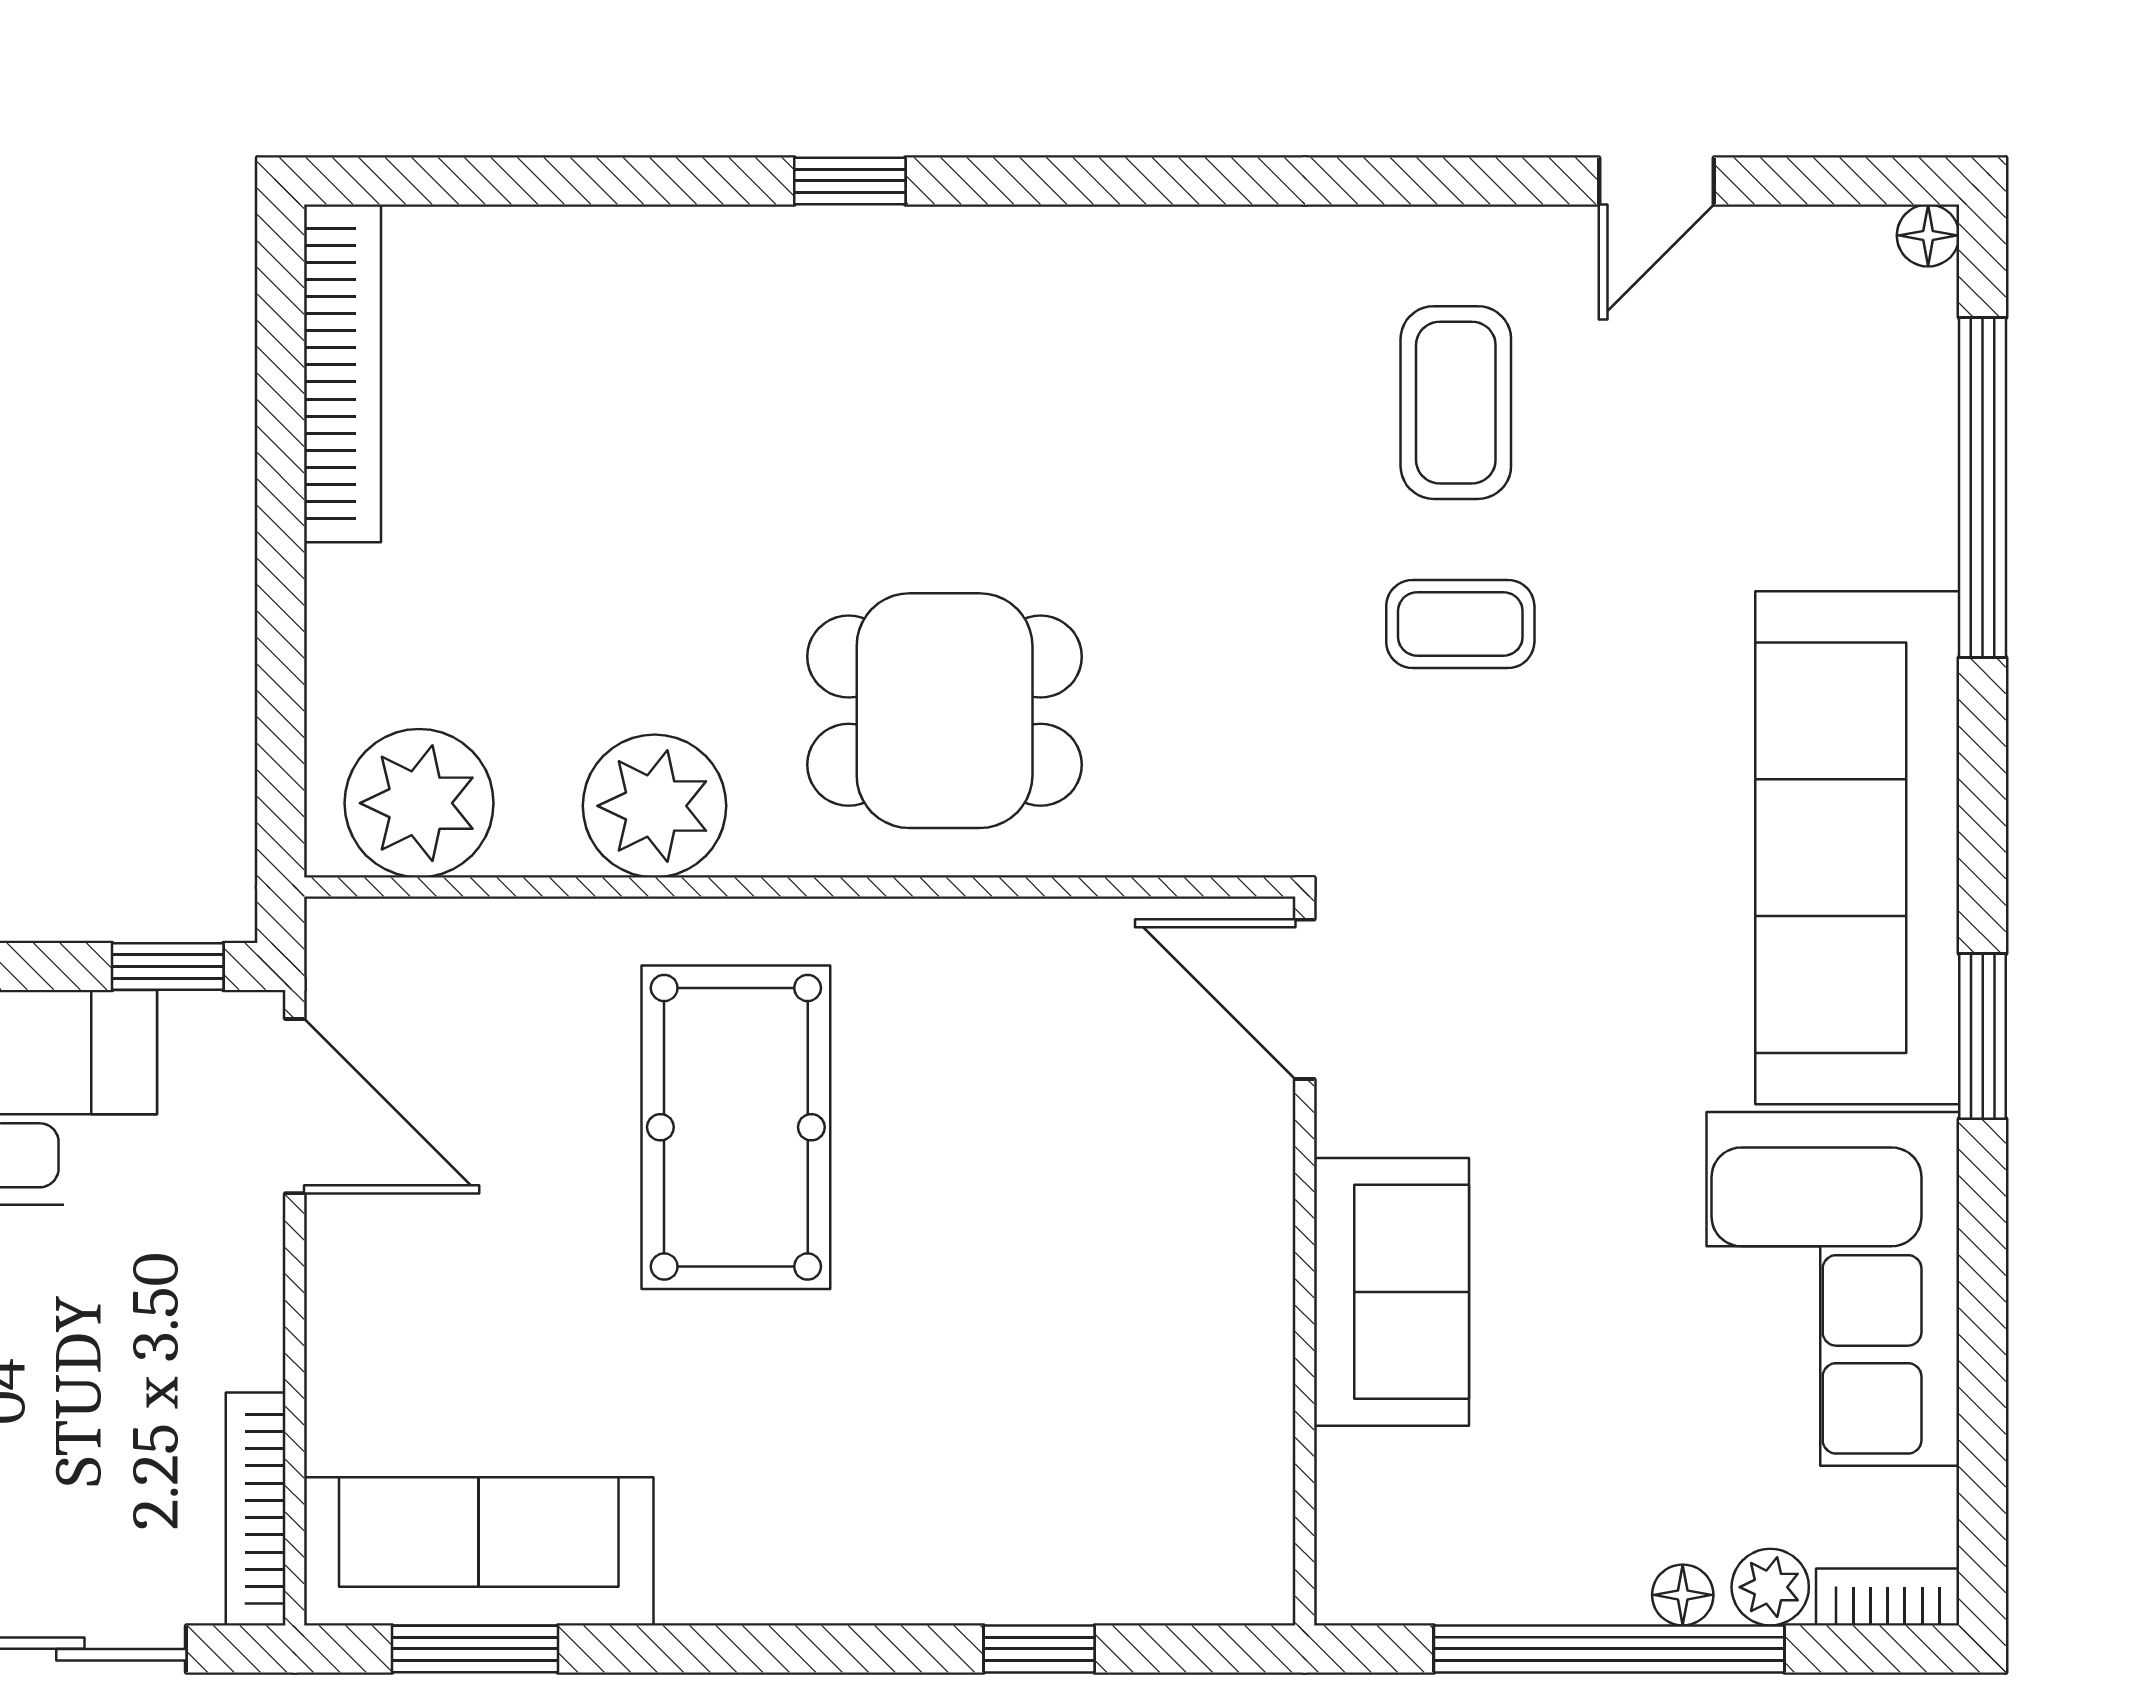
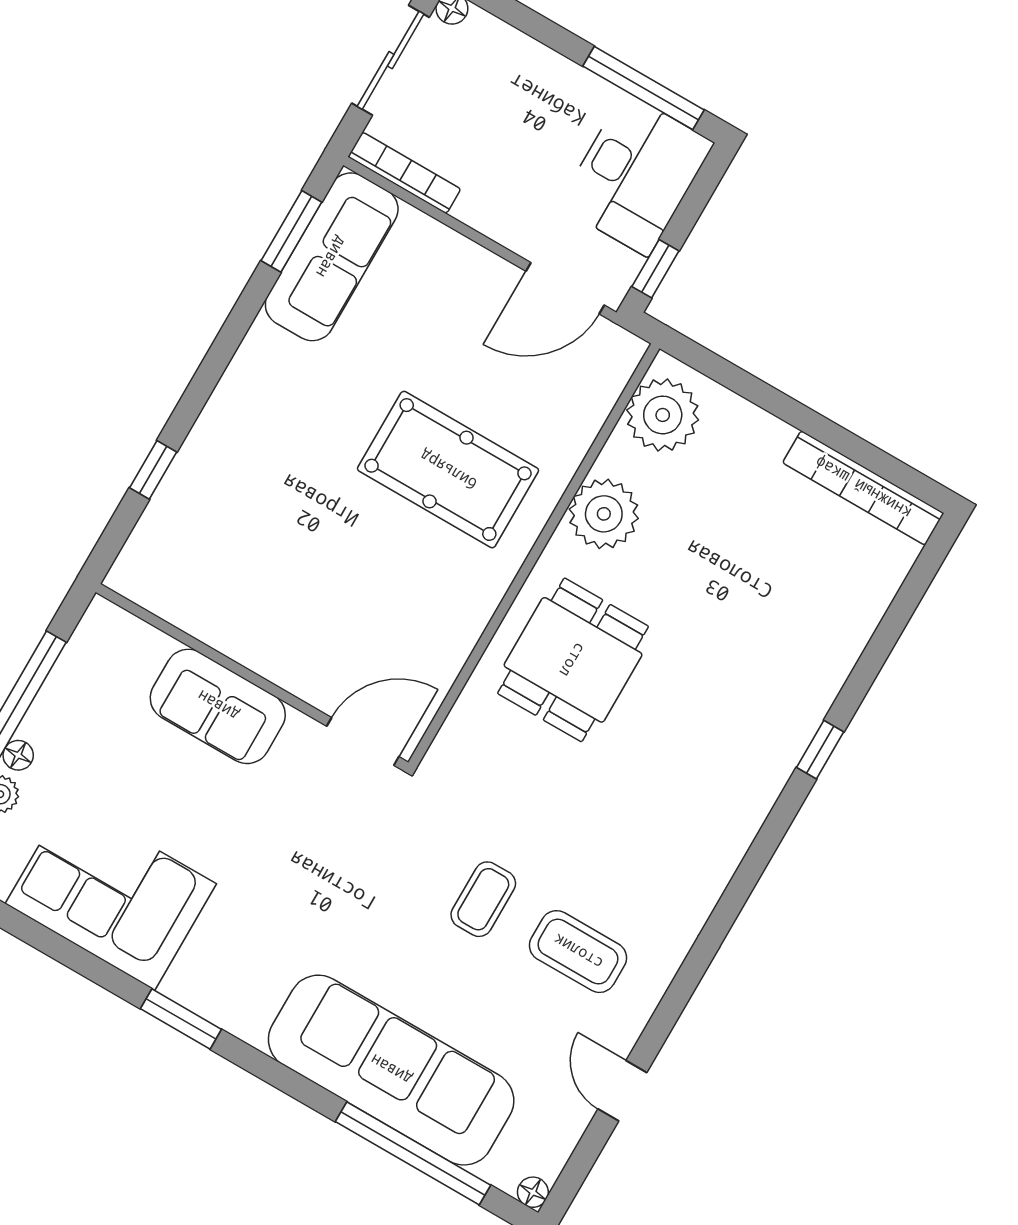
sofa: (1857, 848) -> (391, 1070), moved

